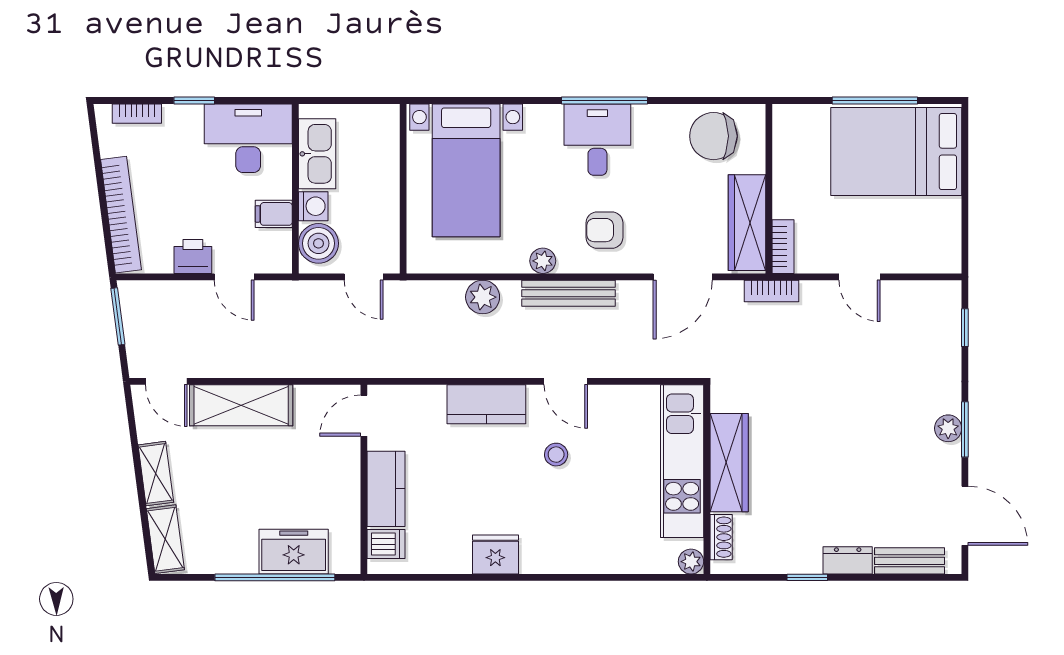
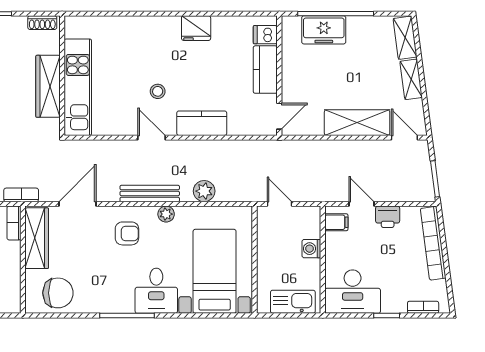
desk: (597, 140) -> (156, 291), moved
kitchen sink: (317, 154) -> (293, 302), moved, turned 90
filing cabinet: (274, 214) -> (336, 222), moved
boiler: (318, 243) -> (308, 225), removed
shoe rack: (721, 537) -> (42, 23), moved, turned -90
plant: (691, 562) -> (72, 24), removed

